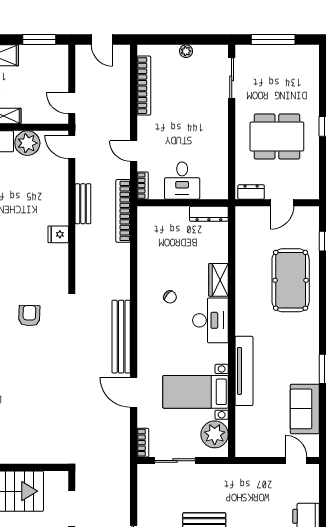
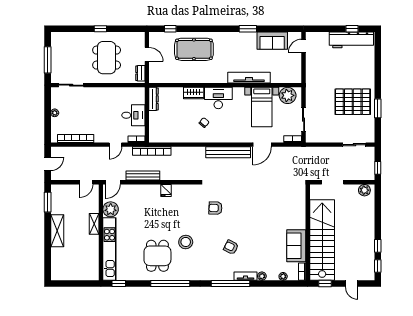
bench: (83, 204) -> (143, 175), width x1.36

